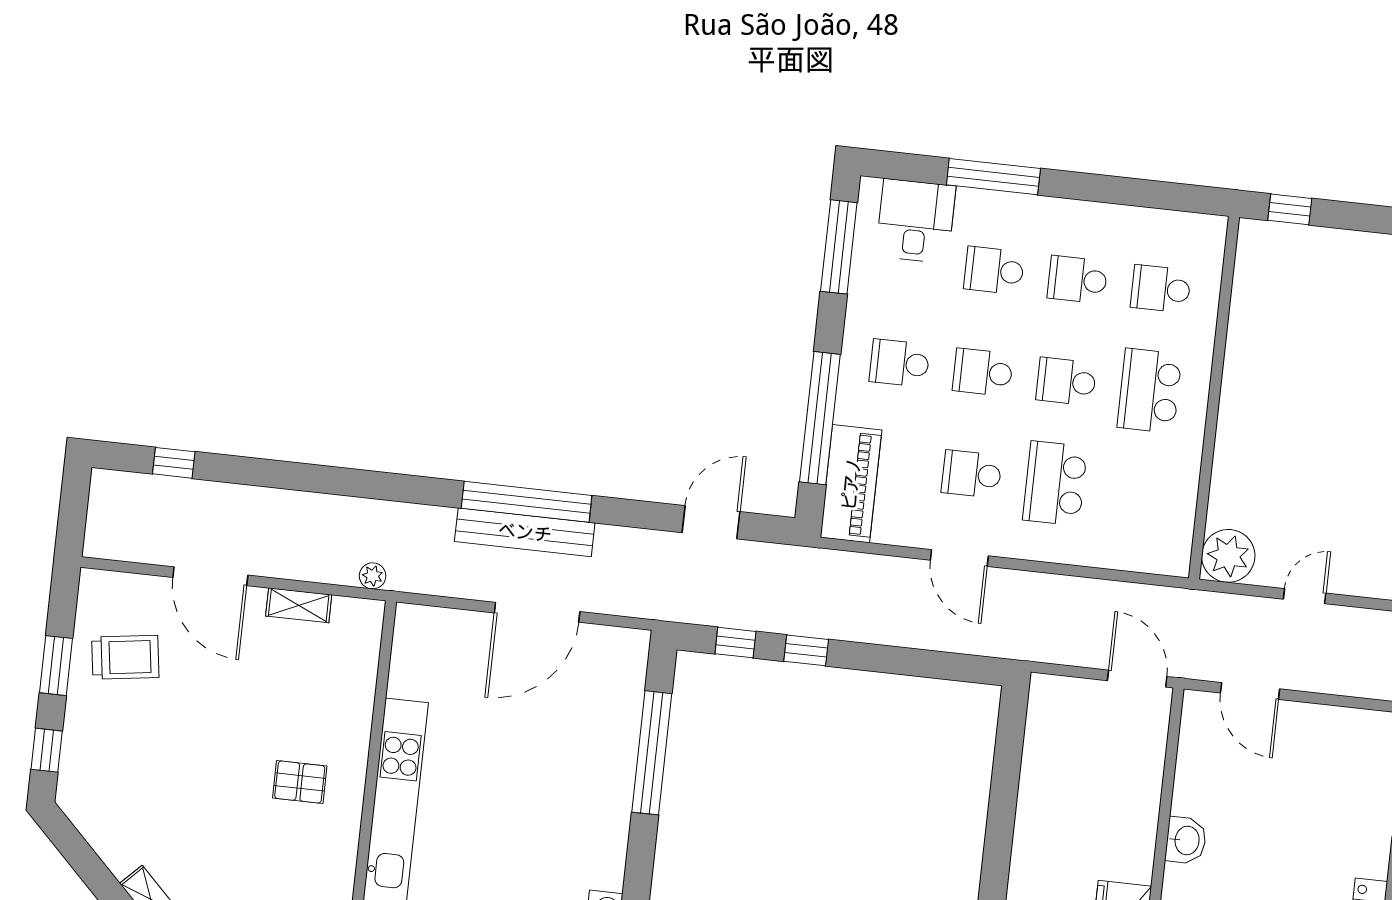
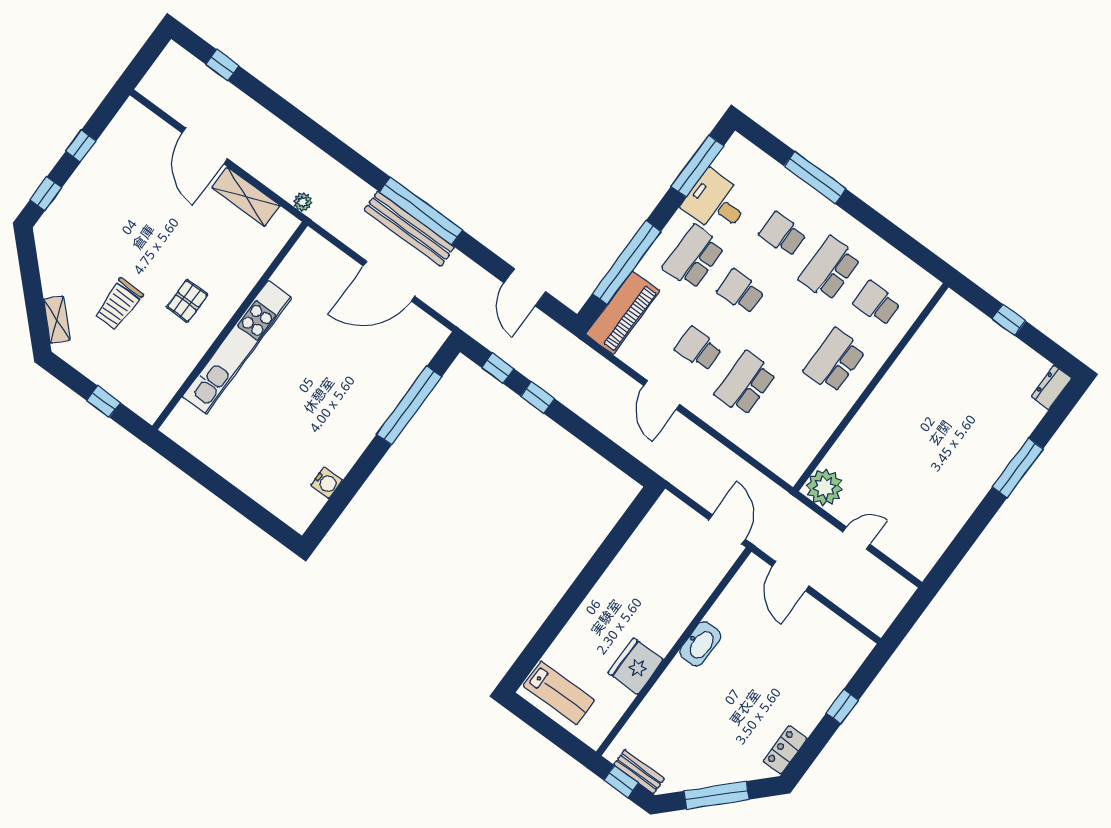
window: (1290, 209) -> (1009, 320), moved
desk: (916, 221) -> (716, 203), moved, turned -90
school desk: (1077, 280) -> (830, 269), width x1.85
school desk: (900, 363) -> (694, 257), width x1.85
school desk: (1066, 381) -> (788, 326), removed
door: (711, 522) -> (525, 287), swing flipped
shelving: (299, 605) -> (246, 197), width x1.50, depth x1.33
trolley: (125, 657) -> (119, 304), moved, turned 98
window: (56, 666) -> (81, 146), width x0.67
pallet: (300, 782) -> (187, 301), turned 90
washbasin: (1186, 840) -> (700, 644), width x1.38

